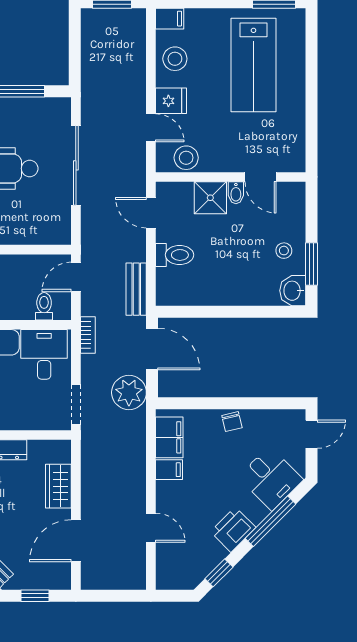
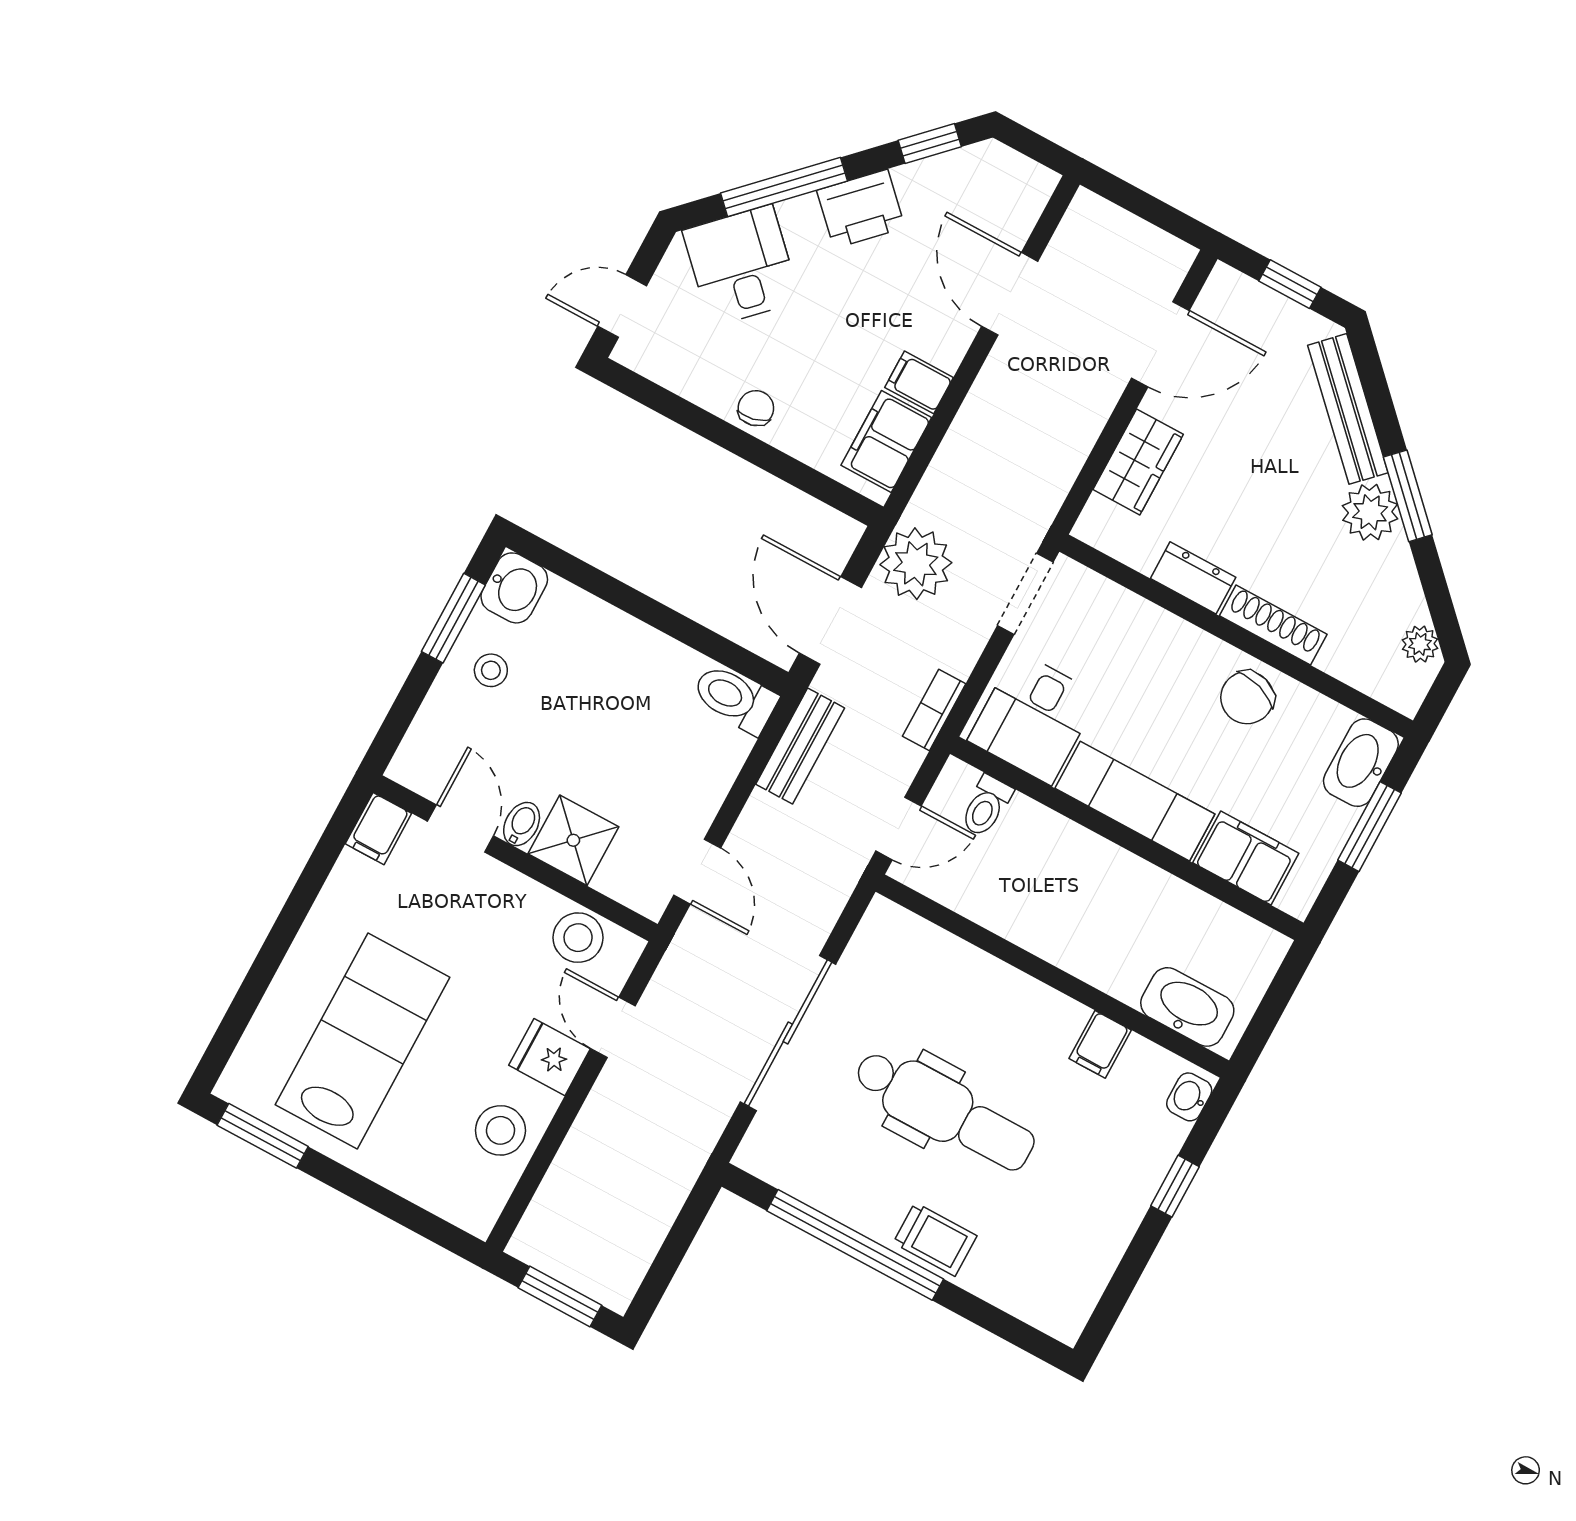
filing cabinet: (170, 19) -> (378, 829), moved, turned -90
toilet: (175, 255) -> (735, 698), moved
door: (151, 528) -> (1010, 294), width x1.38

